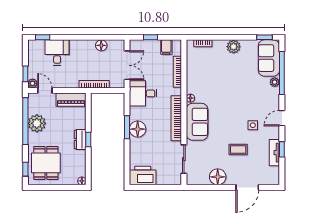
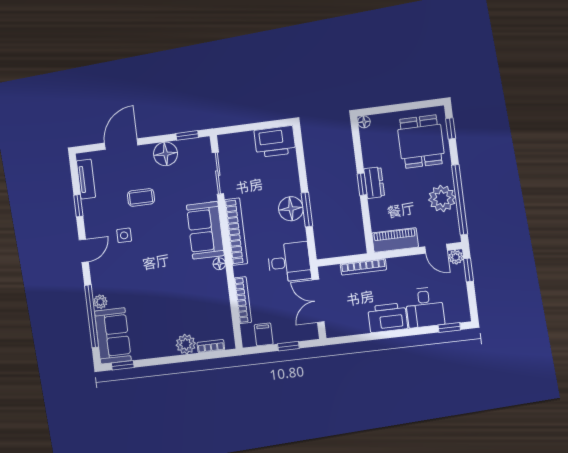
floor lamp: (101, 45) -> (360, 326), removed
plant: (234, 47) -> (186, 344), moved
printer: (82, 49) -> (388, 318), added
tv unit: (274, 153) -> (86, 179), moved
window: (201, 187) -> (187, 135), added

